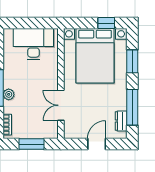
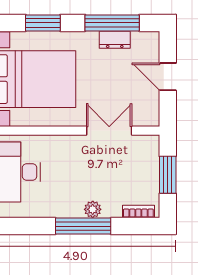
double door: (61, 105) -> (109, 131), swing flipped
dresser: (121, 121) -> (115, 40), moved

